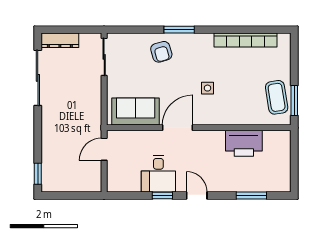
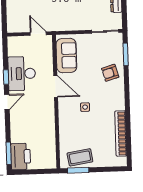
window: (179, 30) -> (126, 54), moved
printer: (244, 143) -> (21, 157), moved, turned 180
desk: (158, 174) -> (22, 74), width x1.37
window: (251, 196) -> (9, 153), moved

